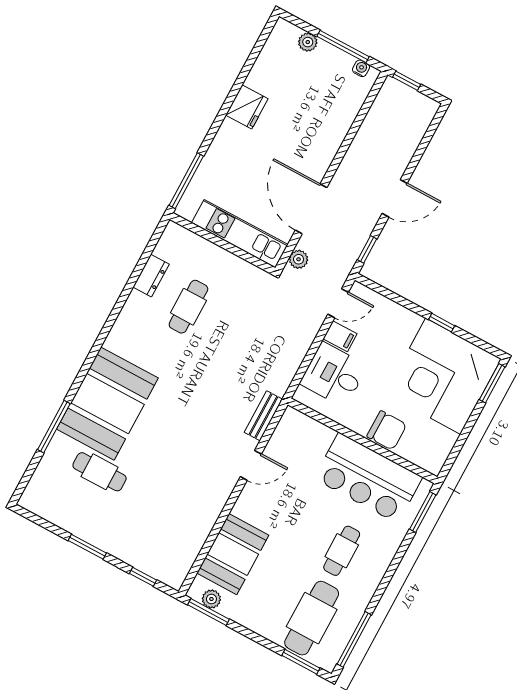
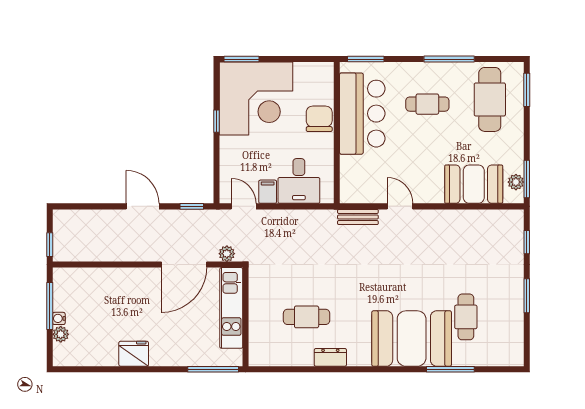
water cooler: (361, 68) -> (59, 318), moved
dresser: (151, 276) -> (330, 357), moved
cafe table: (312, 618) -> (490, 99), turned 90
window: (354, 639) -> (449, 59), moved

